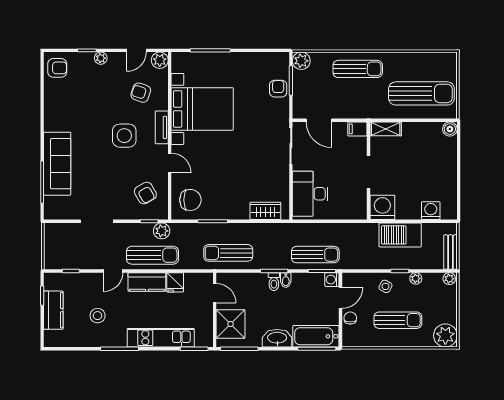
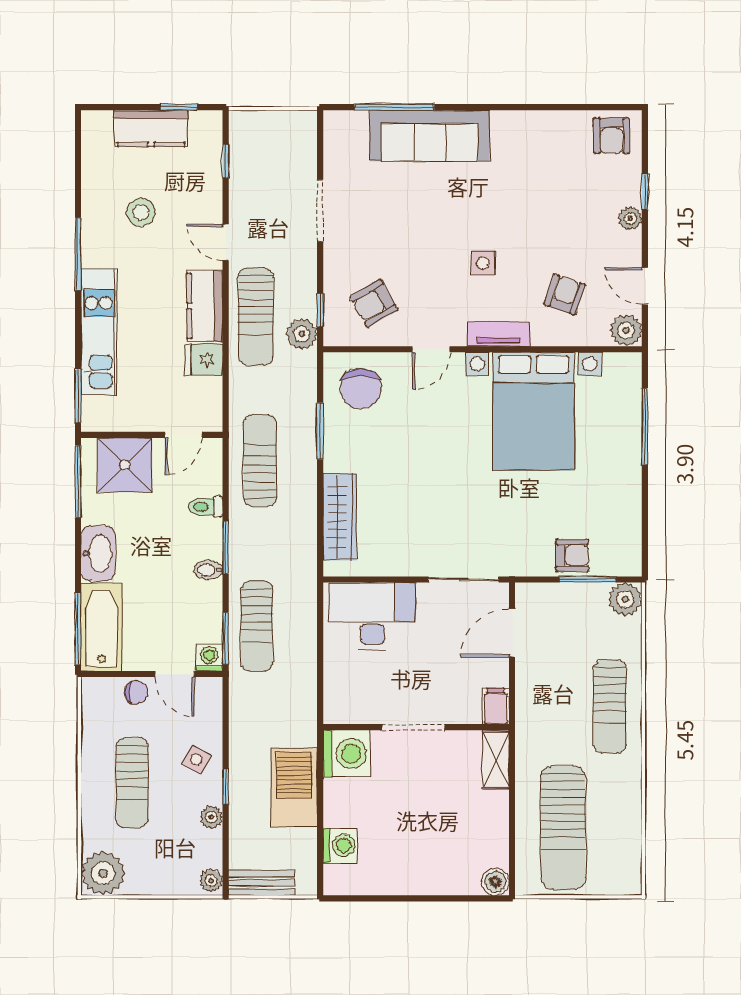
side table: (124, 136) -> (483, 263), width x0.54, depth x0.54
wardrobe: (265, 211) -> (340, 517), width x1.50
toilet: (274, 282) -> (205, 507), moved

